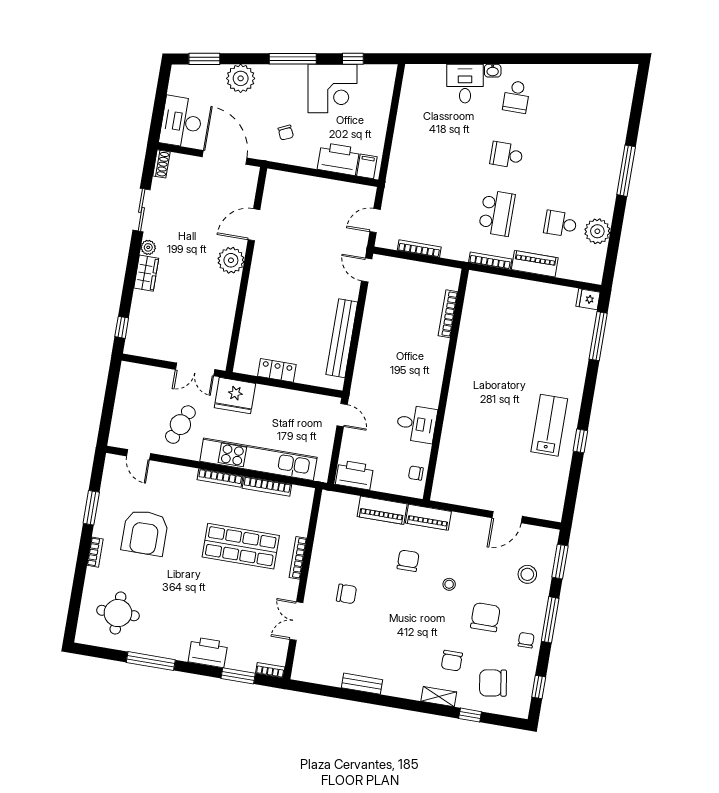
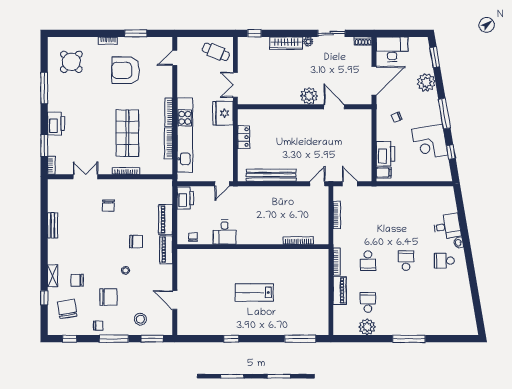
school desk: (497, 213) -> (368, 261), width x0.54
wardrobe: (146, 273) -> (286, 43), width x1.50
fridge: (588, 299) -> (323, 328), removed
cafe table: (180, 425) -> (216, 52), moved
lab bench: (549, 425) -> (254, 293), moved, turned 180
round table: (118, 613) -> (71, 62), turned 45

